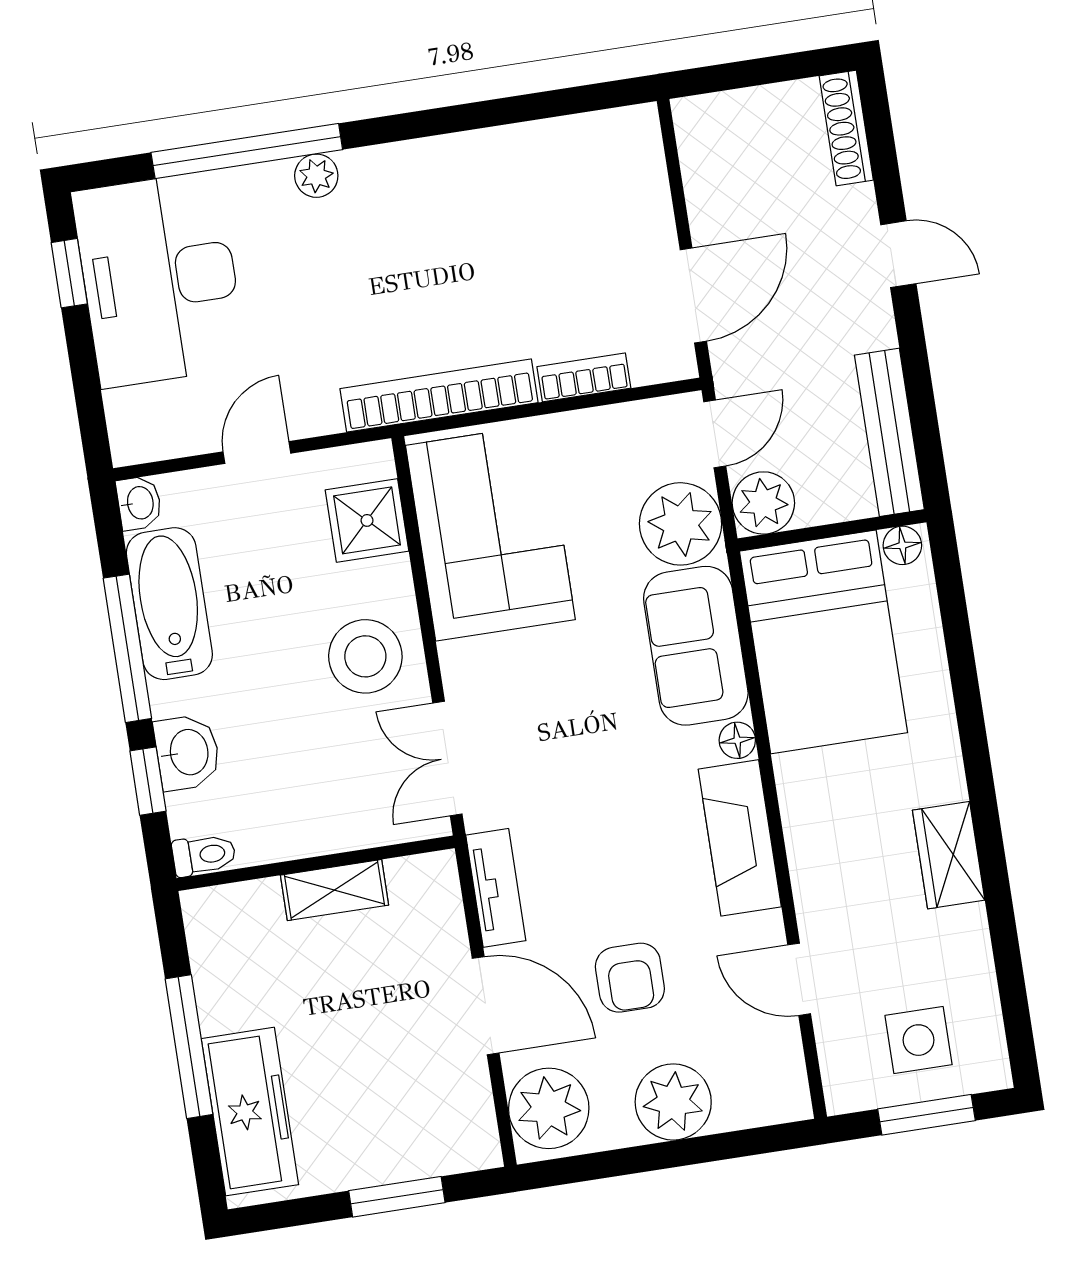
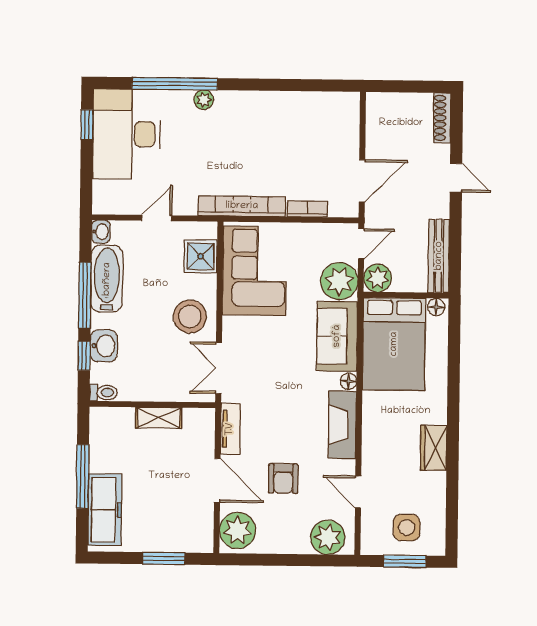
plant: (673, 1102) -> (328, 537), moved

